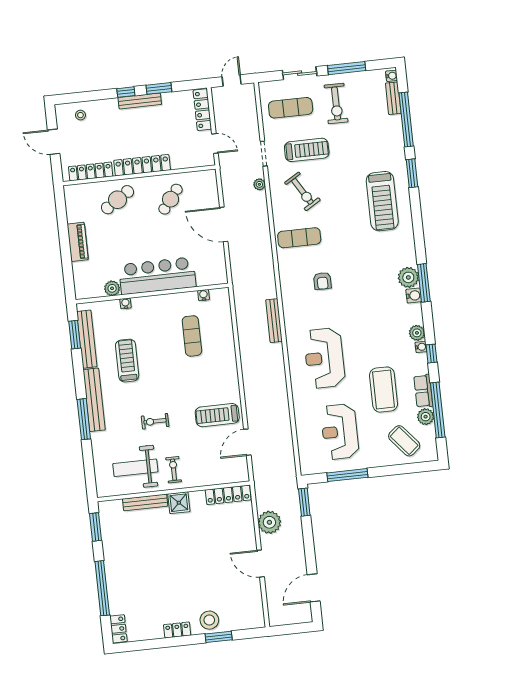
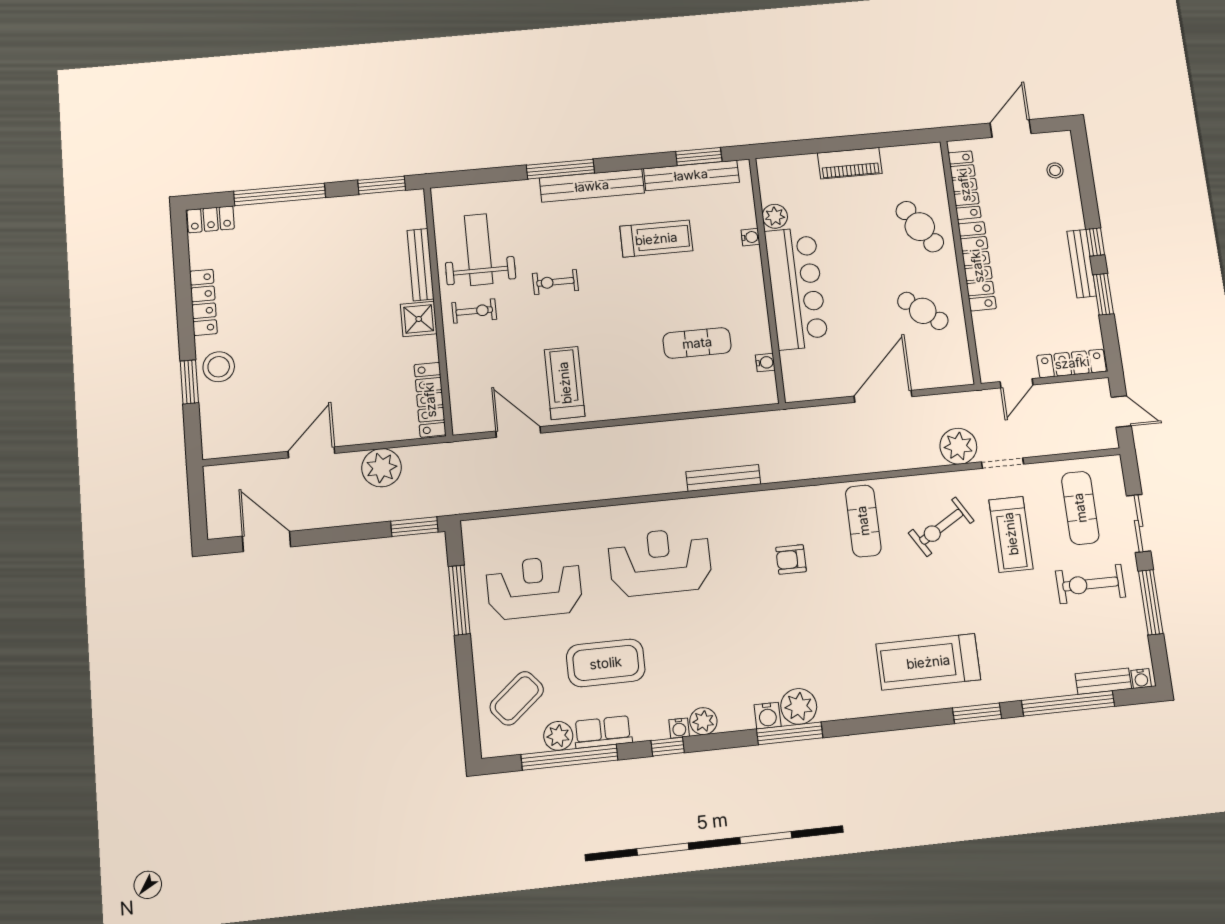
plant: (259, 184) -> (958, 446), width x1.88, depth x1.88
exercise bike: (155, 421) -> (555, 282), turned -90
locker: (177, 630) -> (203, 302), width x1.53

